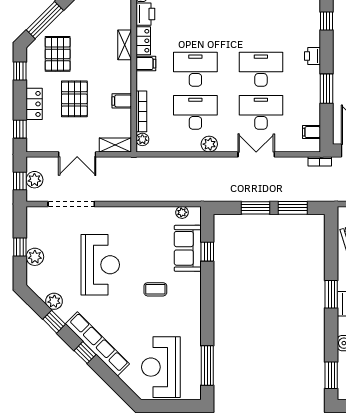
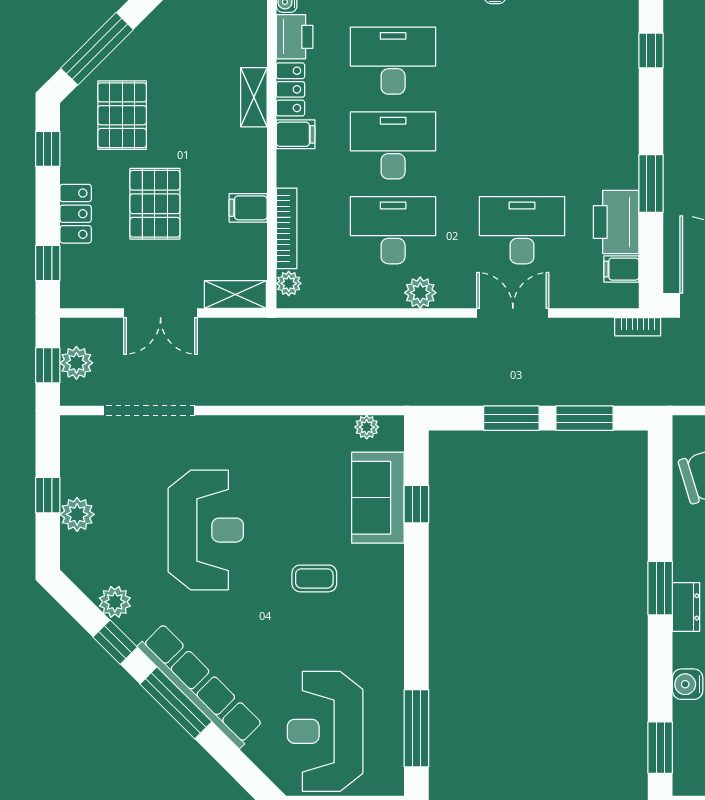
printer: (313, 56) -> (616, 222), moved, width x1.87, depth x1.48
desk: (261, 69) -> (393, 61), moved
window: (85, 353) -> (176, 703), width x2.17

